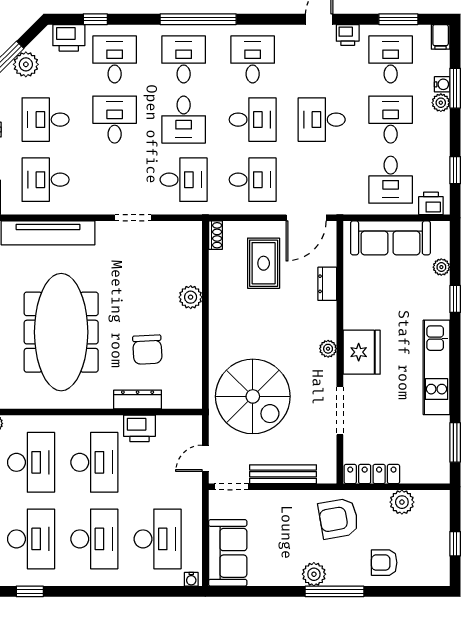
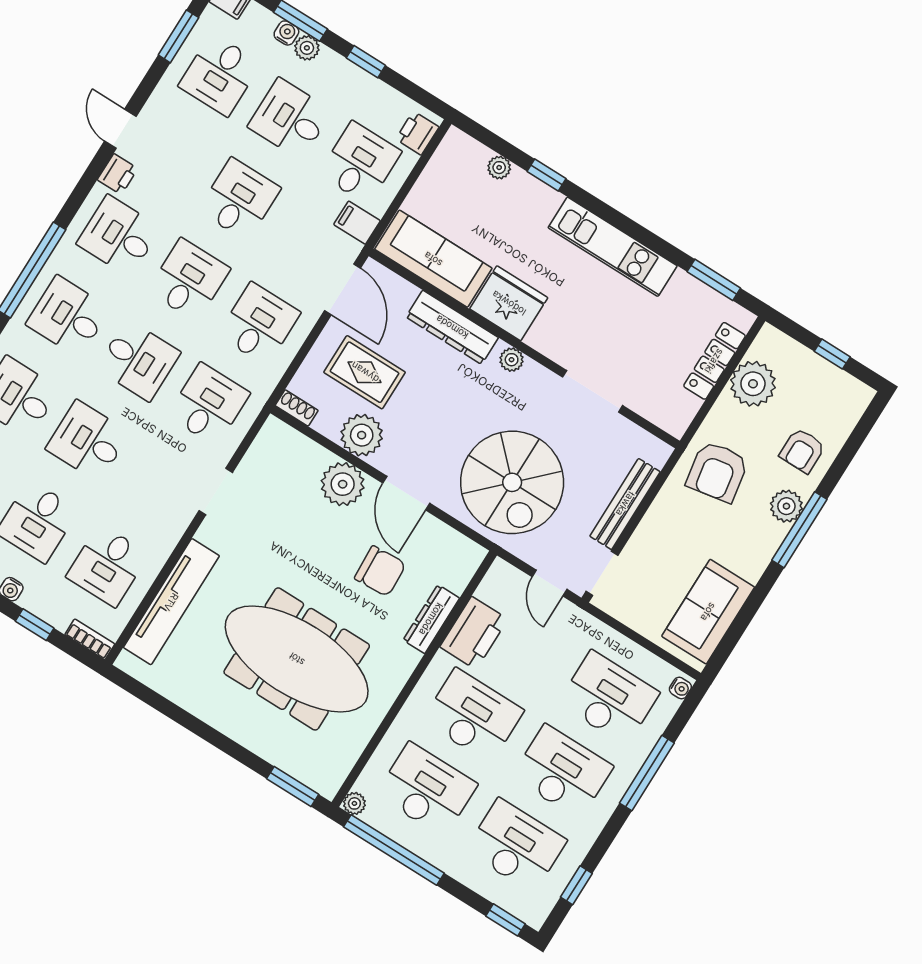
printer: (348, 35) -> (118, 174), moved
desk: (391, 59) -> (220, 75), turned -90
desk: (322, 120) -> (239, 199), turned 180
window: (455, 170) -> (366, 62), moved
desk: (391, 180) -> (360, 163), turned -90
filing cabinet: (353, 201) -> (357, 223), added
sofa: (390, 238) -> (433, 259), moved, turned -90
dresser: (327, 284) -> (452, 327), width x1.96, depth x1.24
plant: (224, 286) -> (362, 435), added
plant: (191, 297) -> (343, 484), width x1.36, depth x1.36
door: (205, 335) -> (406, 493), added
fridge: (362, 352) -> (509, 303), moved
spiral stairs: (253, 396) -> (512, 482), turned 90
printer: (139, 428) -> (474, 633), width x1.37, depth x1.19
locker: (372, 474) -> (714, 361), moved
plant: (402, 502) -> (753, 384), width x1.36, depth x1.36
sofa: (228, 553) -> (708, 612), moved, turned -90
plant: (314, 574) -> (786, 506), moved
window: (126, 591) -> (647, 773), added

